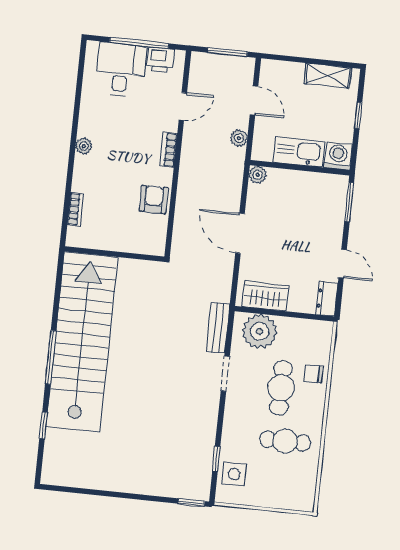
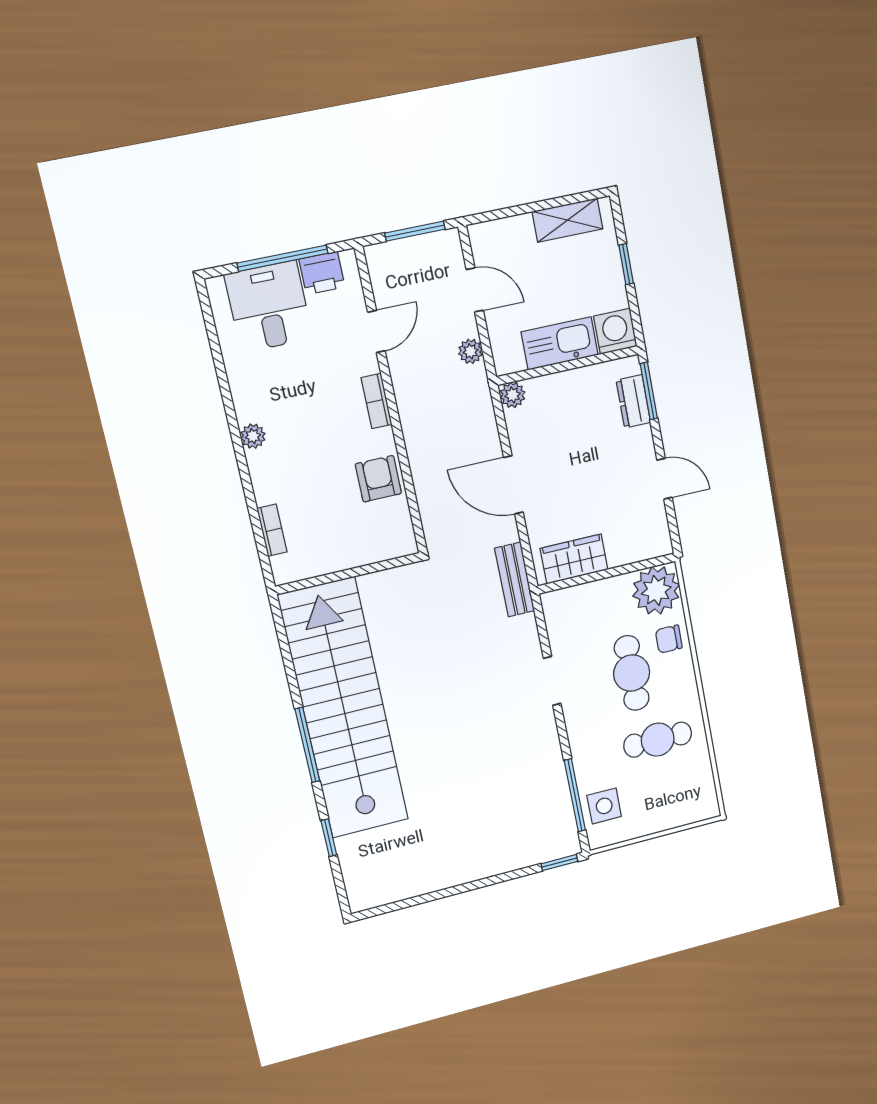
dresser: (327, 299) -> (633, 401), moved
bench: (218, 328) -> (515, 580), moved
plant: (260, 331) -> (656, 590), moved
window: (216, 459) -> (575, 795), width x2.17

